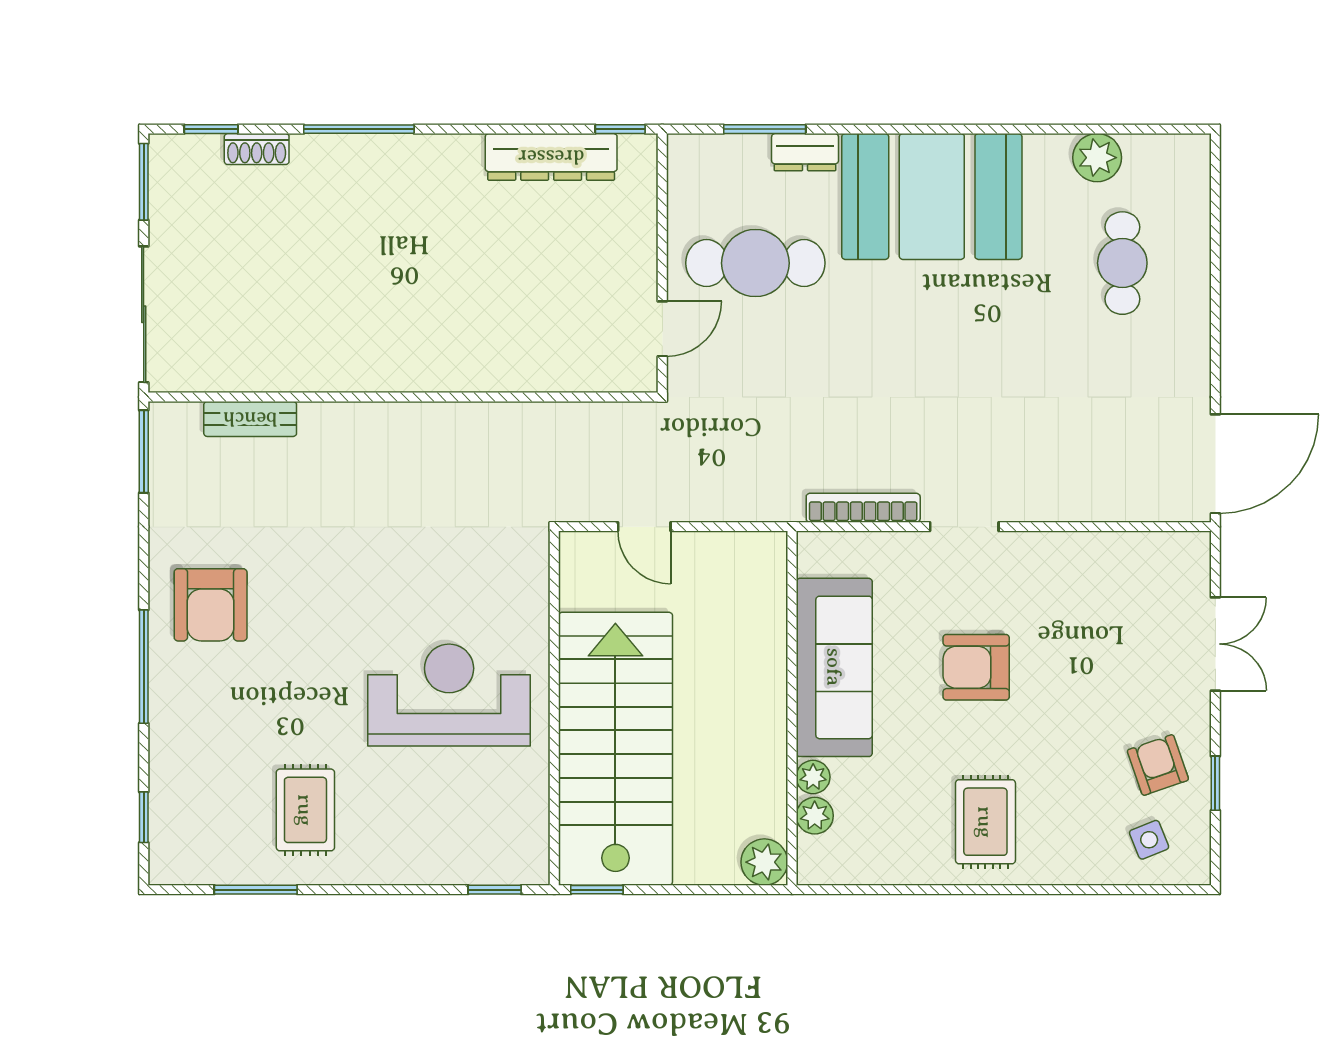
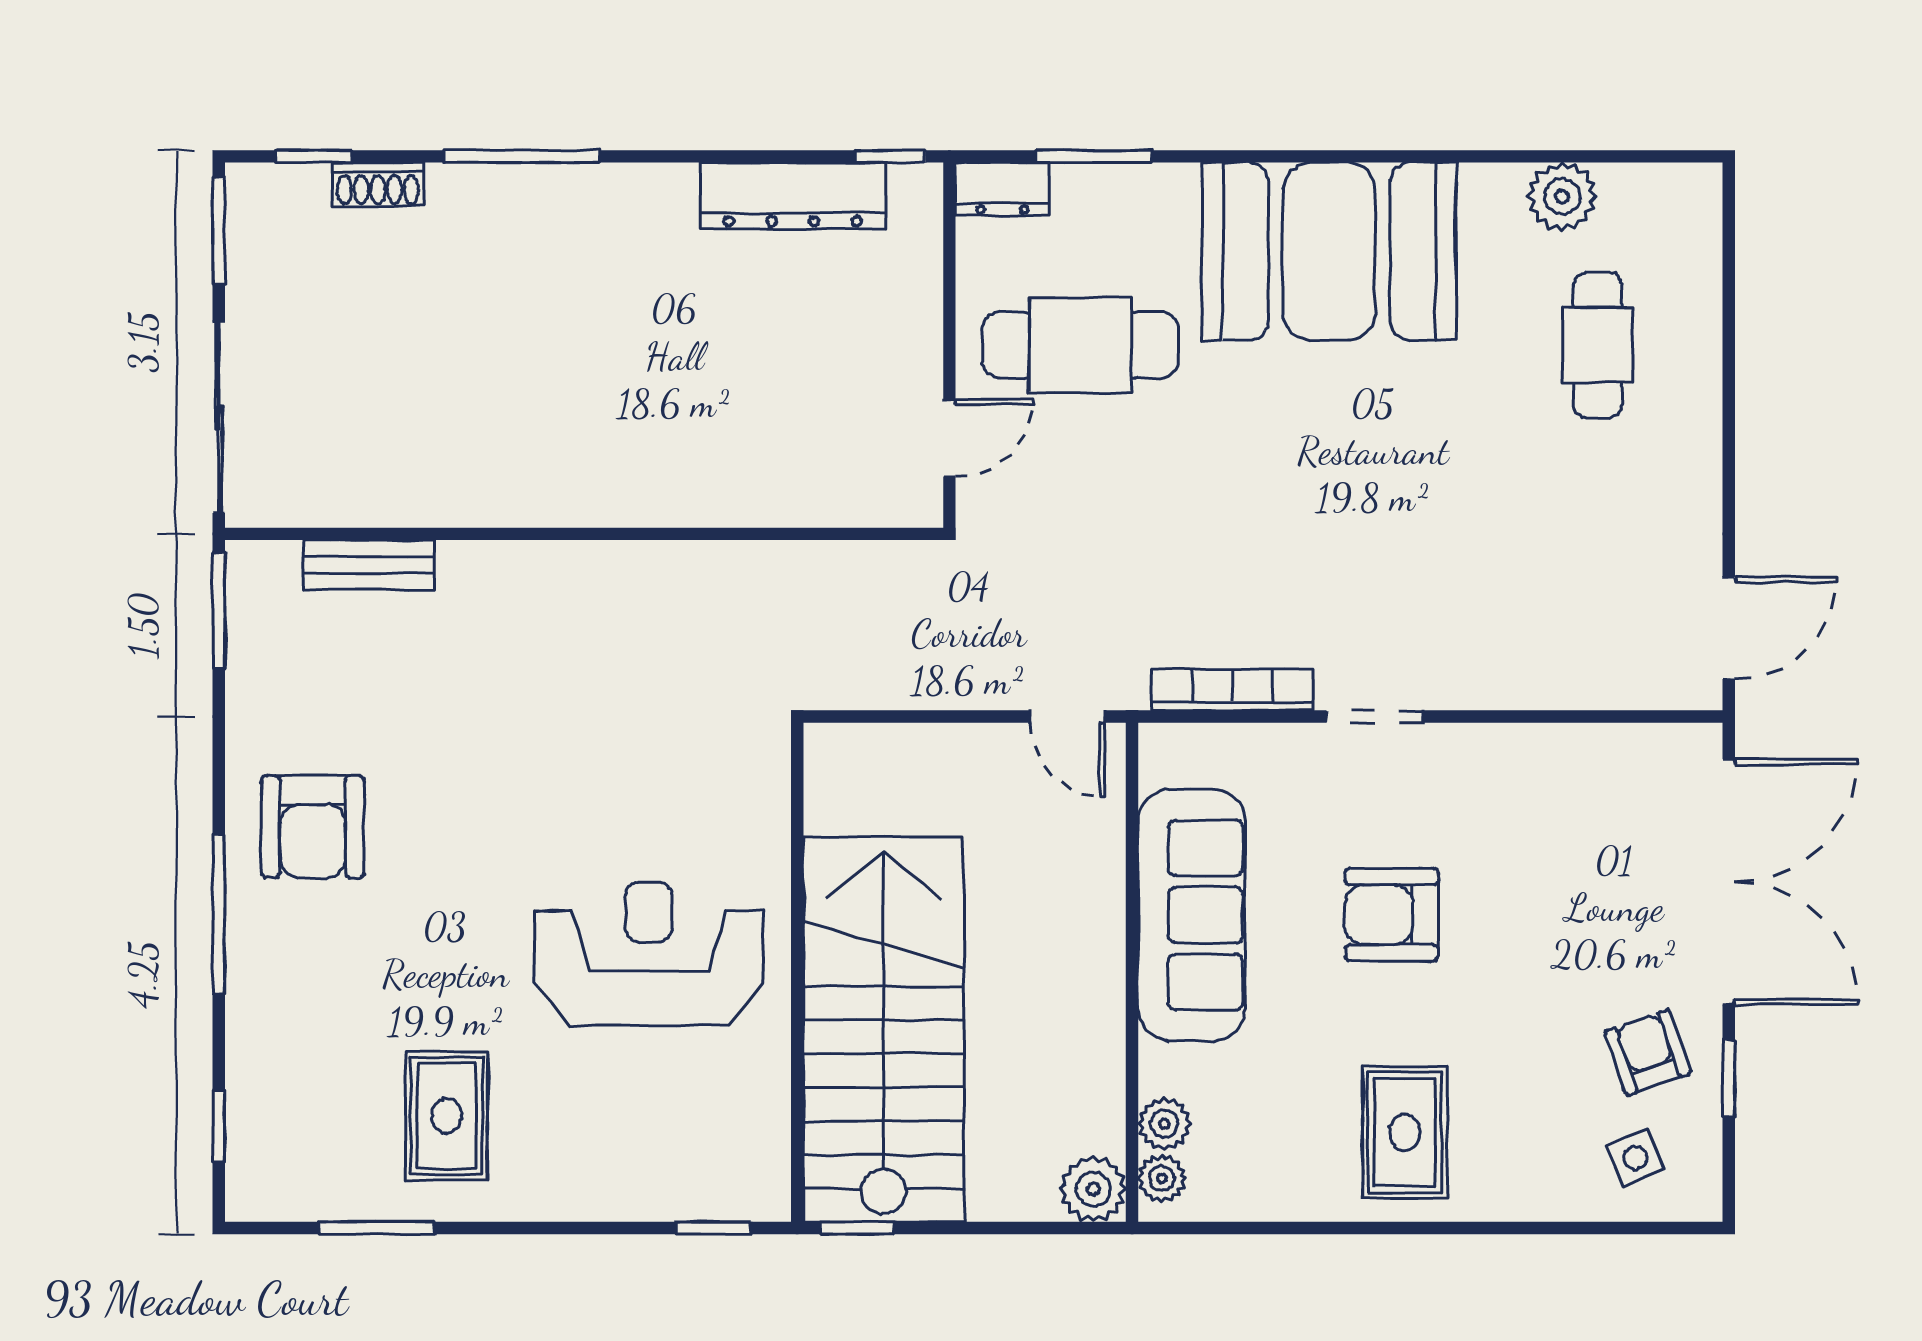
dresser: (805, 152) -> (1002, 189), moved
door: (1215, 464) -> (1729, 628), width x0.73
door: (644, 527) -> (1068, 717), moved
double door: (1215, 644) -> (1729, 882), width x1.87
plant: (813, 777) -> (1162, 1178), moved

